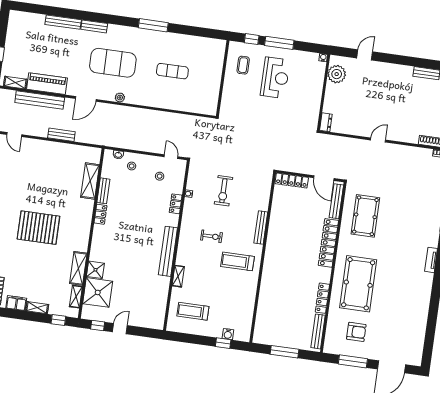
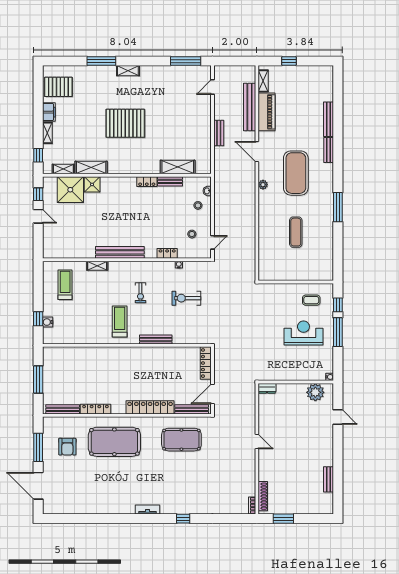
reception desk: (275, 78) -> (303, 333), turned 180
pallet: (38, 228) -> (125, 123), turned 90

